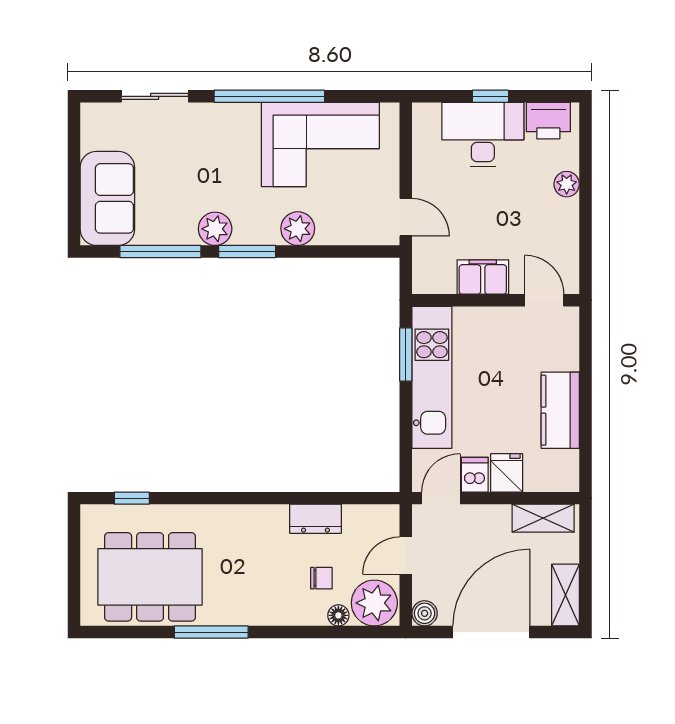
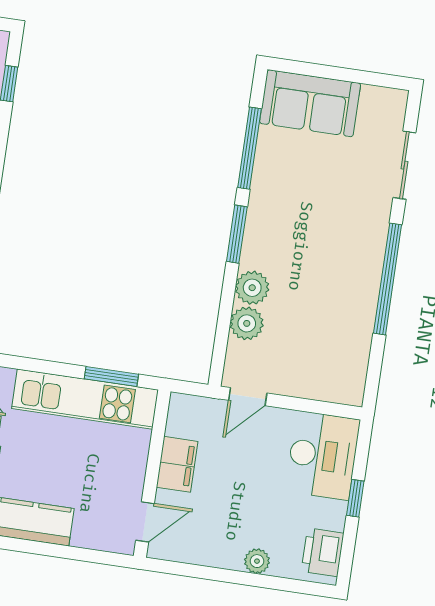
desk: (483, 135) -> (323, 455), moved
corner sofa: (320, 145) -> (332, 323), removed
plant: (215, 229) -> (247, 323), moved

